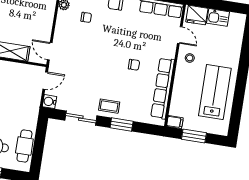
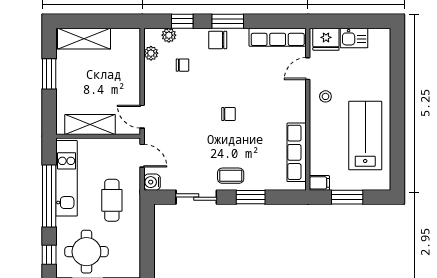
door: (180, 35) -> (308, 69), swing flipped
chair: (134, 65) -> (228, 114), moved
door: (45, 81) -> (142, 156), hinge flipped
row of seats: (163, 88) -> (297, 152), width x0.73
cafe table: (24, 146) -> (112, 200), moved

